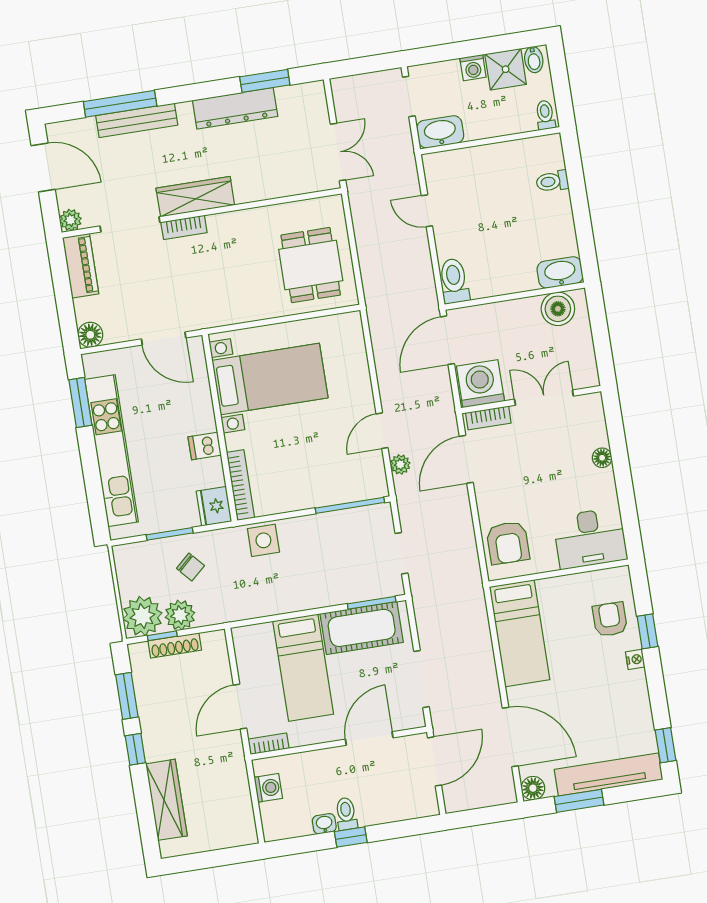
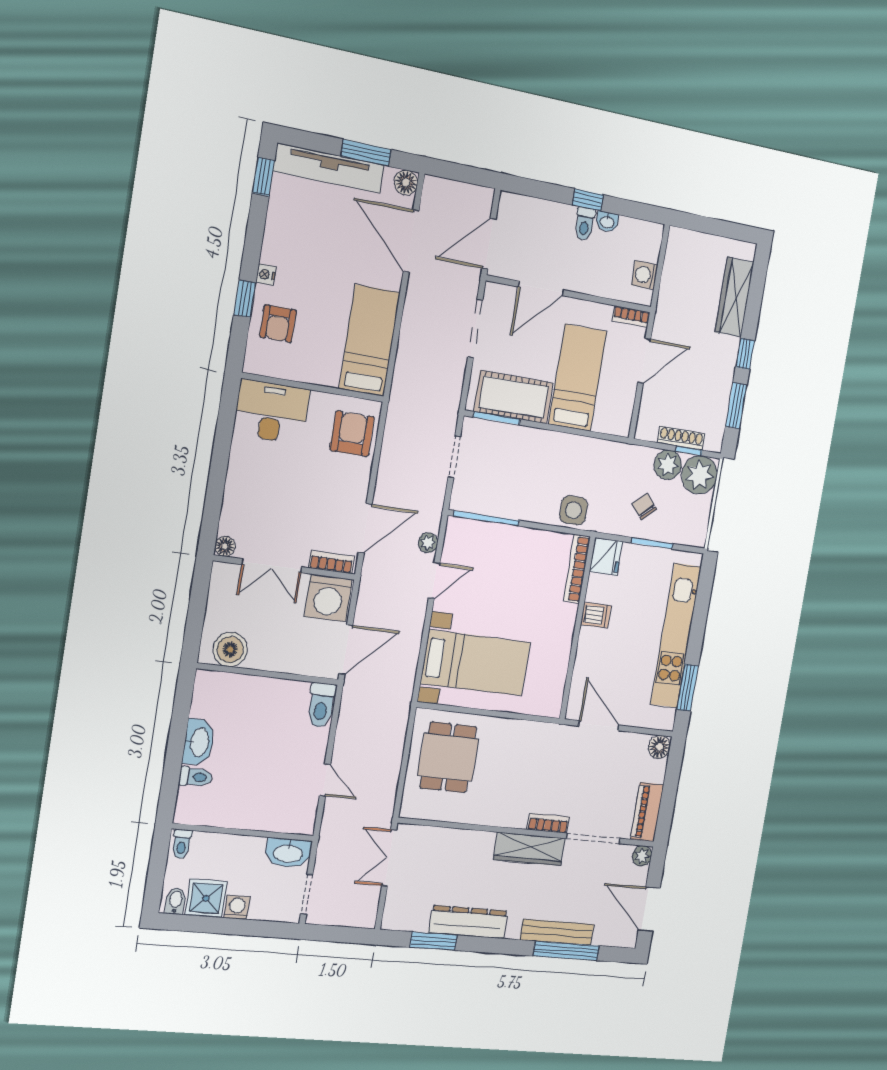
washbasin: (560, 272) -> (199, 742), moved, turned -90
bed with nightstands: (270, 379) -> (476, 663), moved, turned 180
floor lamp: (602, 458) -> (225, 546), moved

